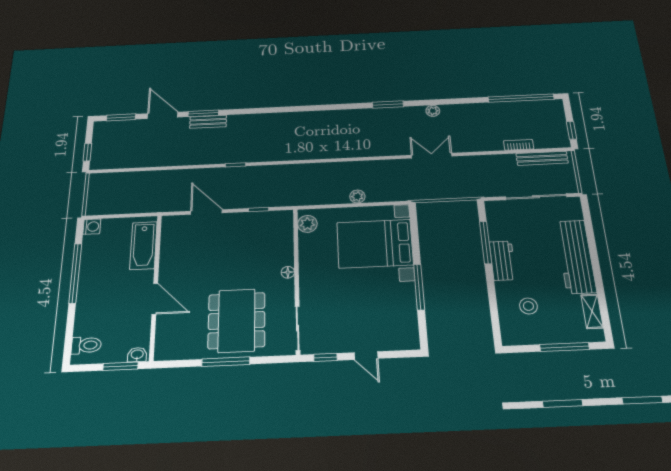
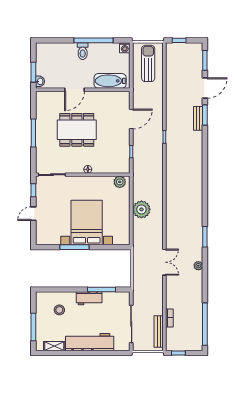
sun lounger: (120, 192) -> (148, 63), added
plant: (357, 196) -> (141, 209), width x1.88, depth x1.88
bed with nightstands: (375, 244) -> (87, 223), moved
dining table: (237, 321) -> (77, 130), moved
toilet: (86, 345) -> (83, 51), moved

